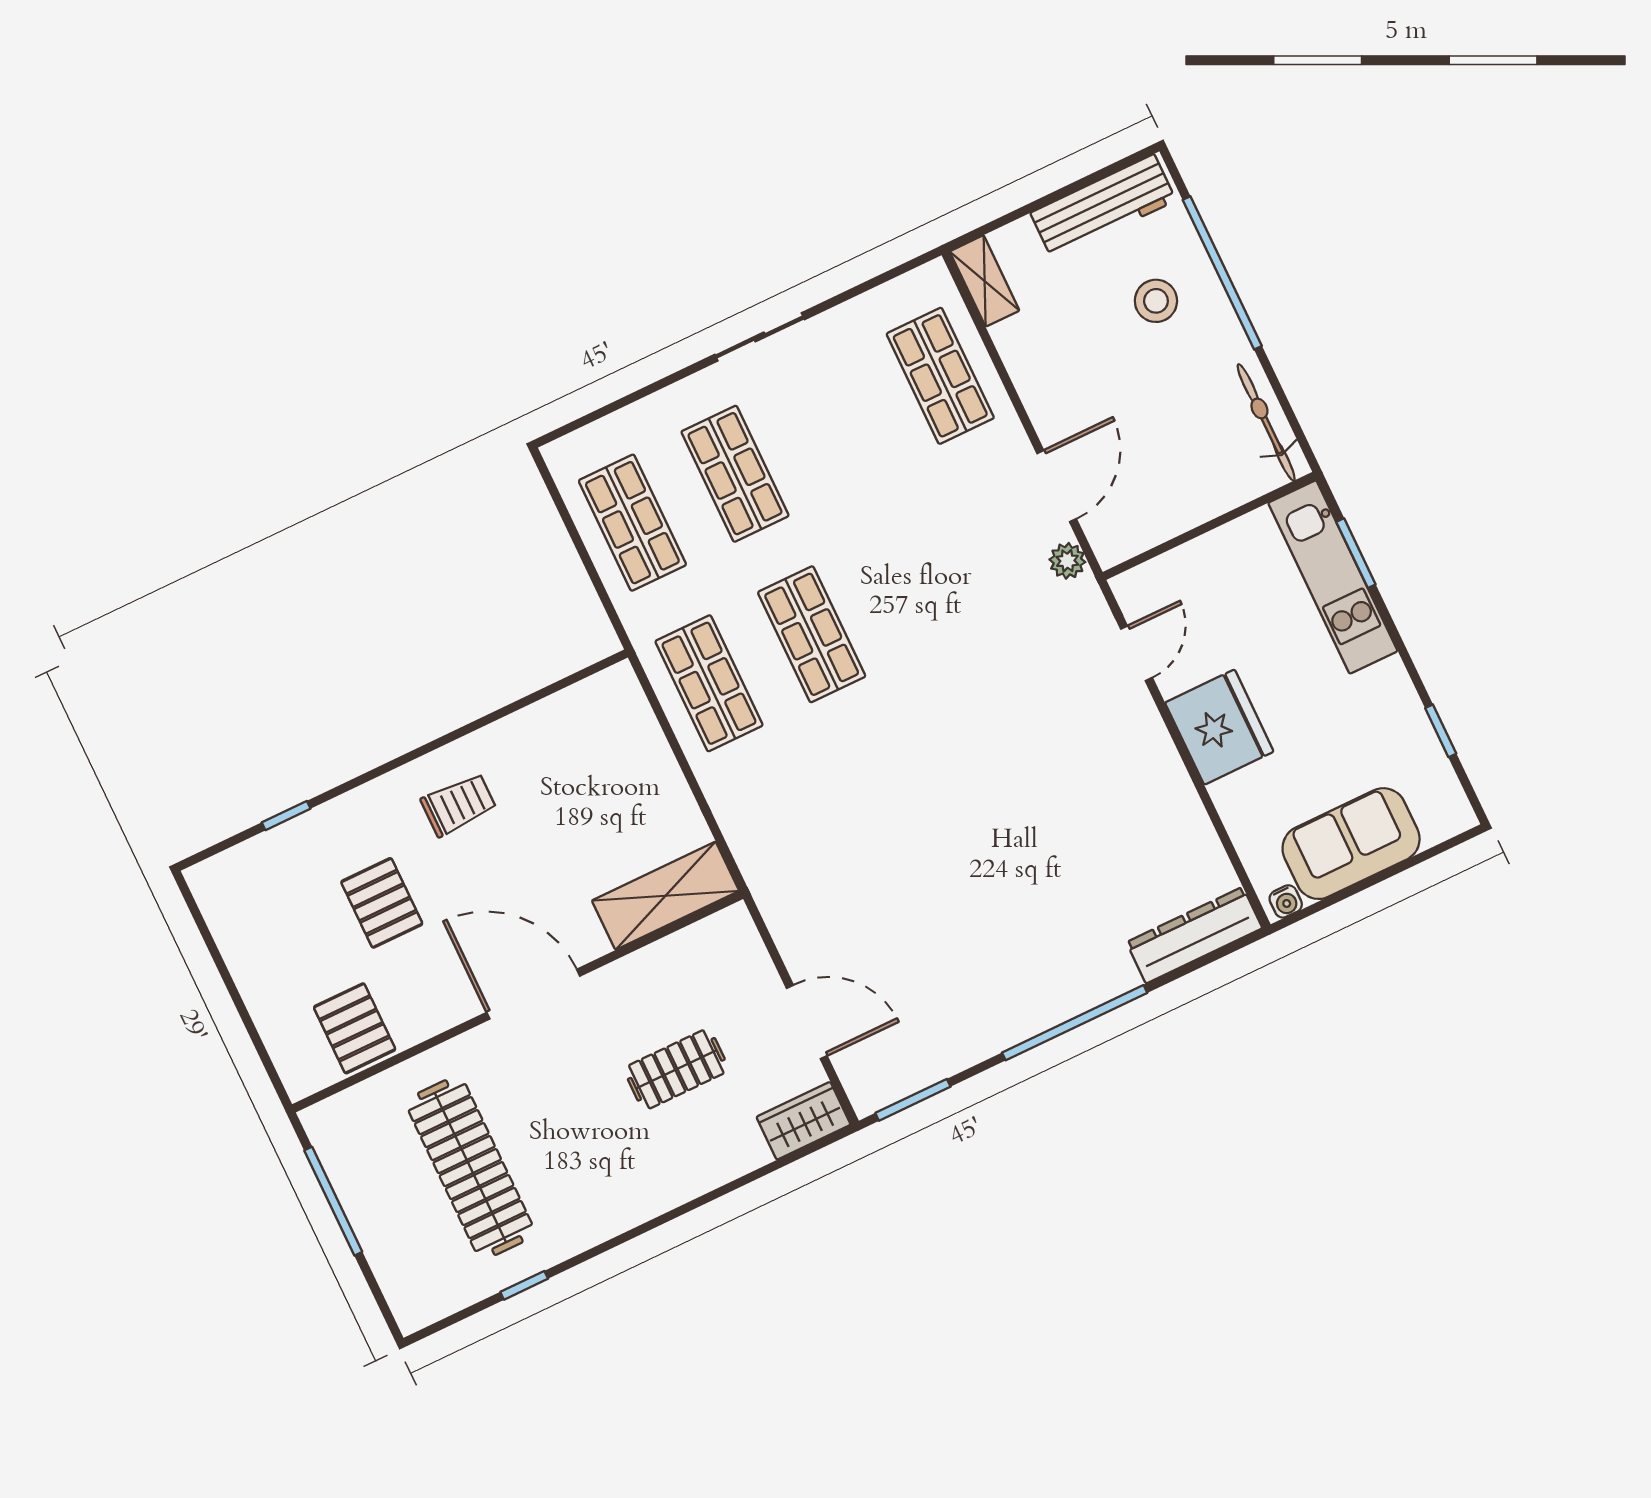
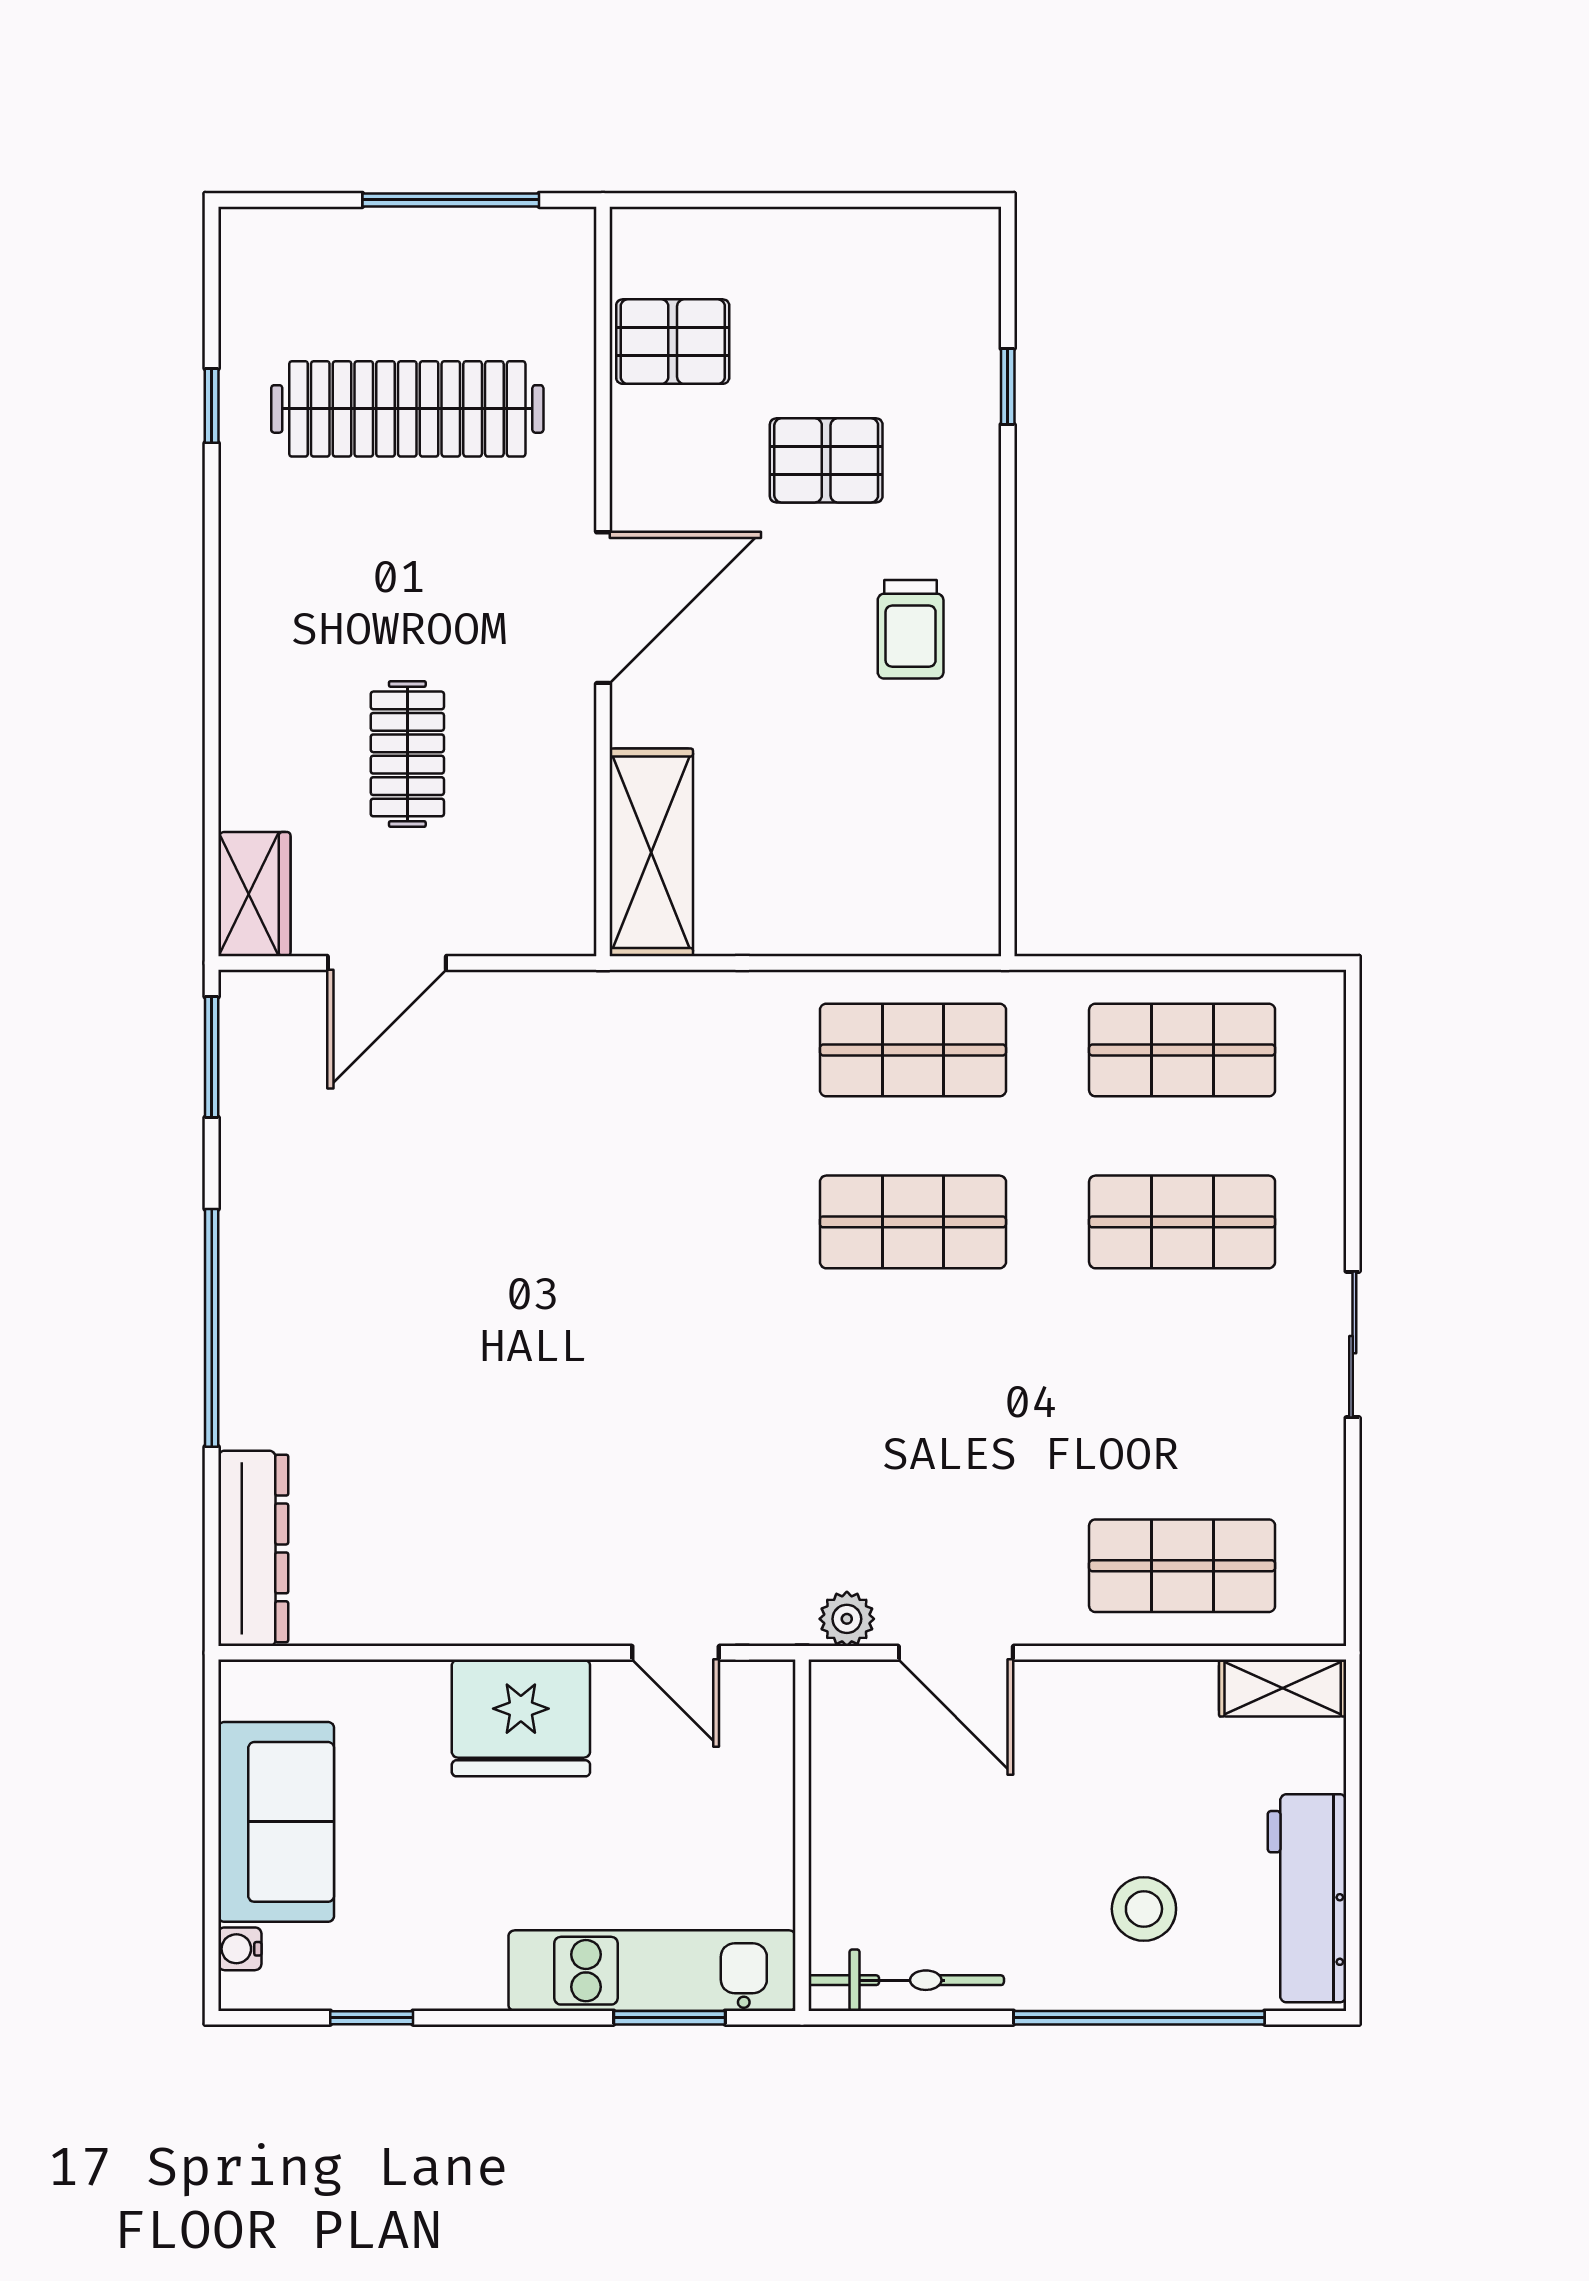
water cooler: (1286, 901) -> (240, 1949), moved

